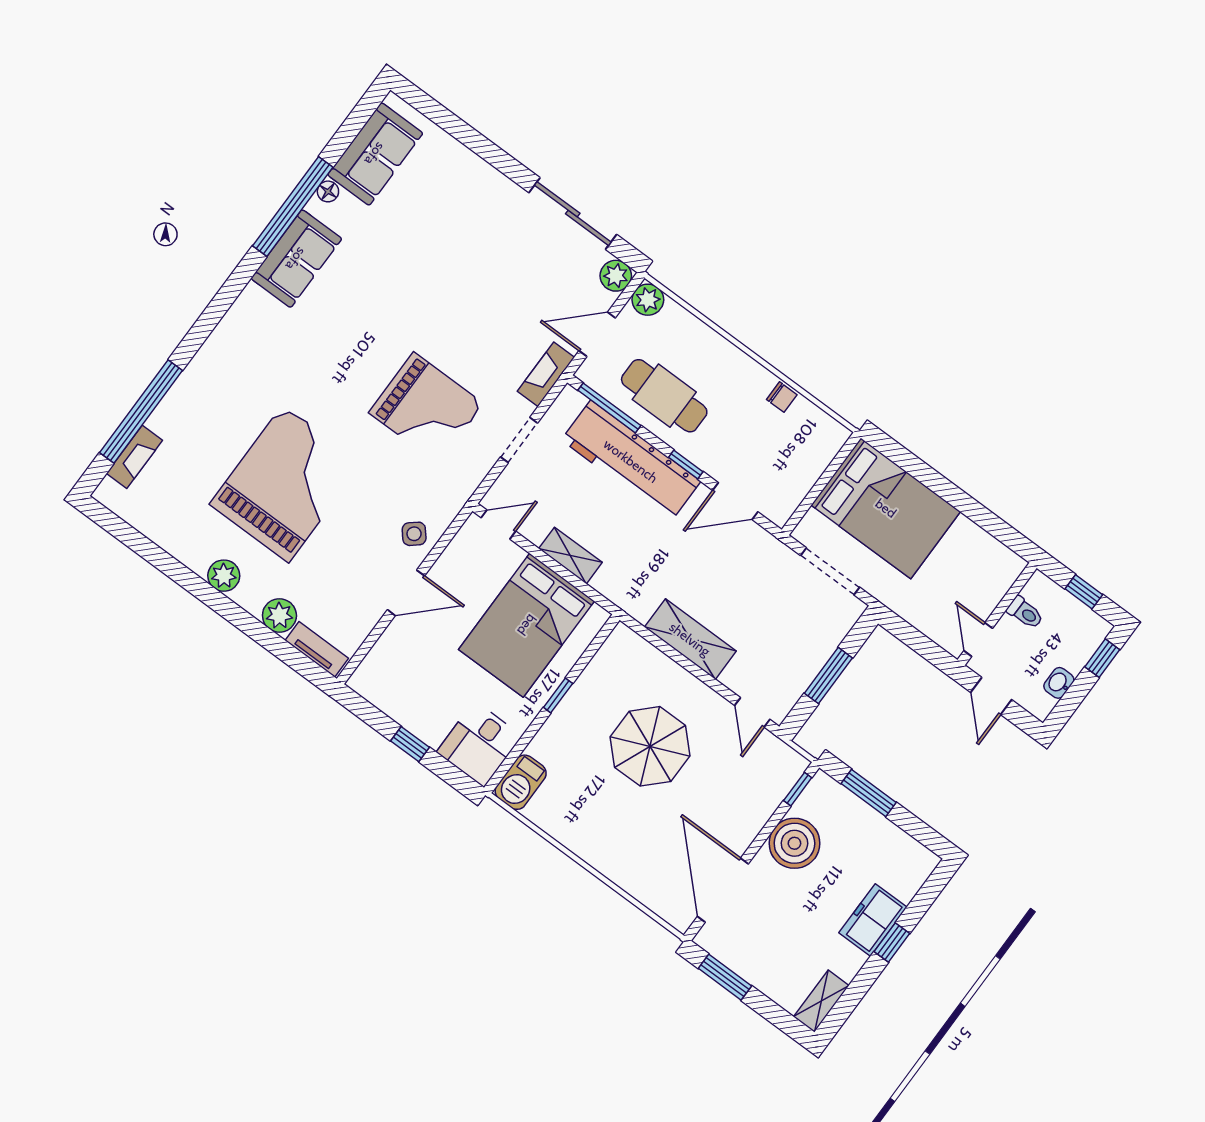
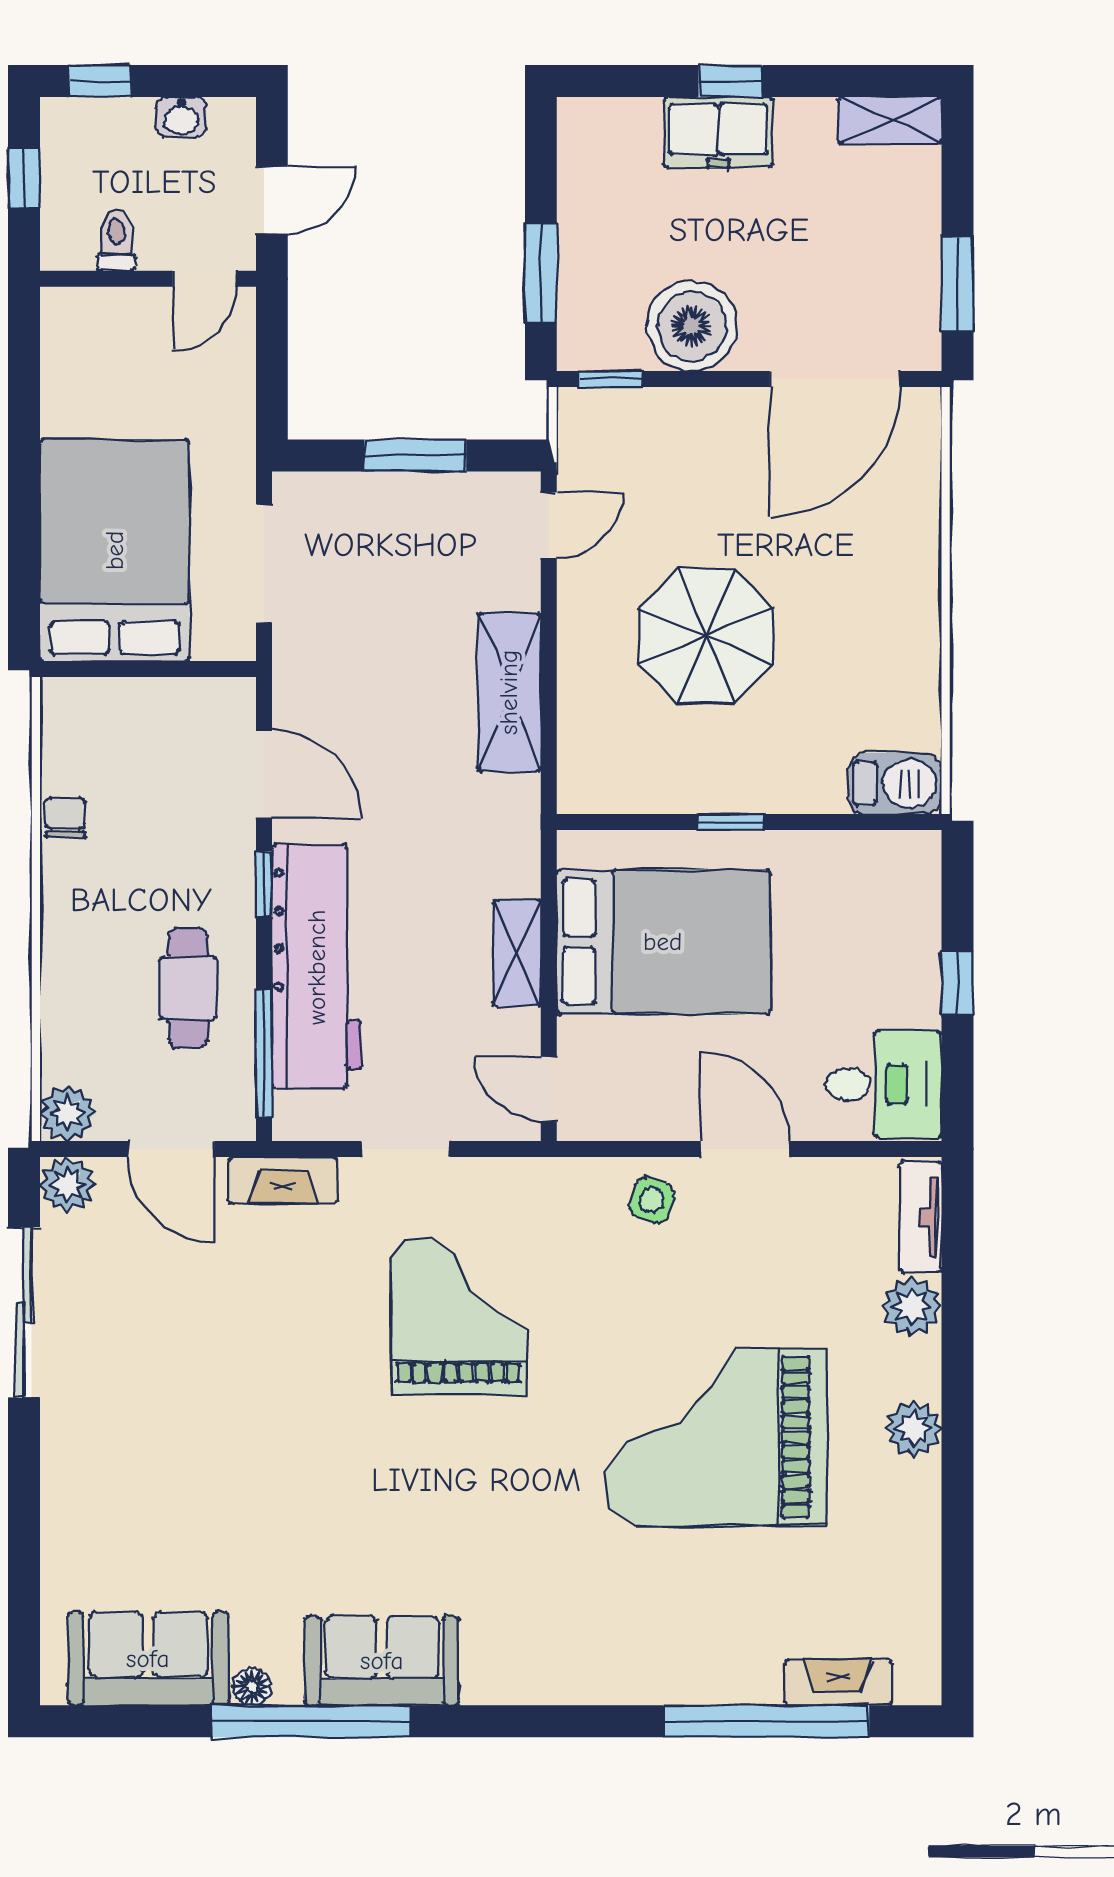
cafe table: (664, 396) -> (188, 988), width x0.73, depth x0.74
side table: (414, 534) -> (652, 1200), turned -31
desk: (479, 744) -> (884, 1084), moved

